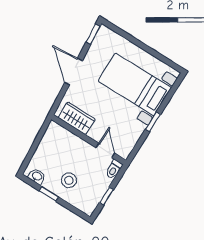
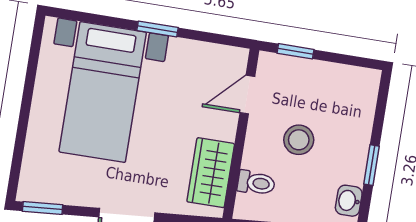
toilet: (114, 169) -> (256, 183), moved
stool: (69, 180) -> (299, 140), moved
window: (106, 196) -> (296, 51), moved

